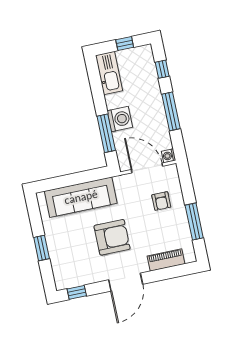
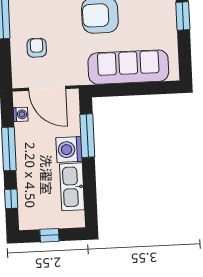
kitchen sink: (109, 73) -> (72, 187), moved
washing machine: (169, 156) -> (21, 114), moved

